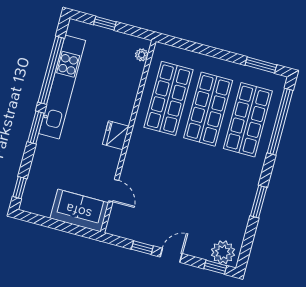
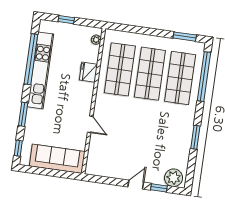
window: (36, 128) -> (23, 114), moved
fridge: (116, 135) -> (88, 72), moved
door: (114, 191) -> (90, 124), moved
sofa: (79, 211) -> (57, 159), width x1.36
window: (142, 248) -> (114, 181), removed
window: (215, 267) -> (159, 188), moved

